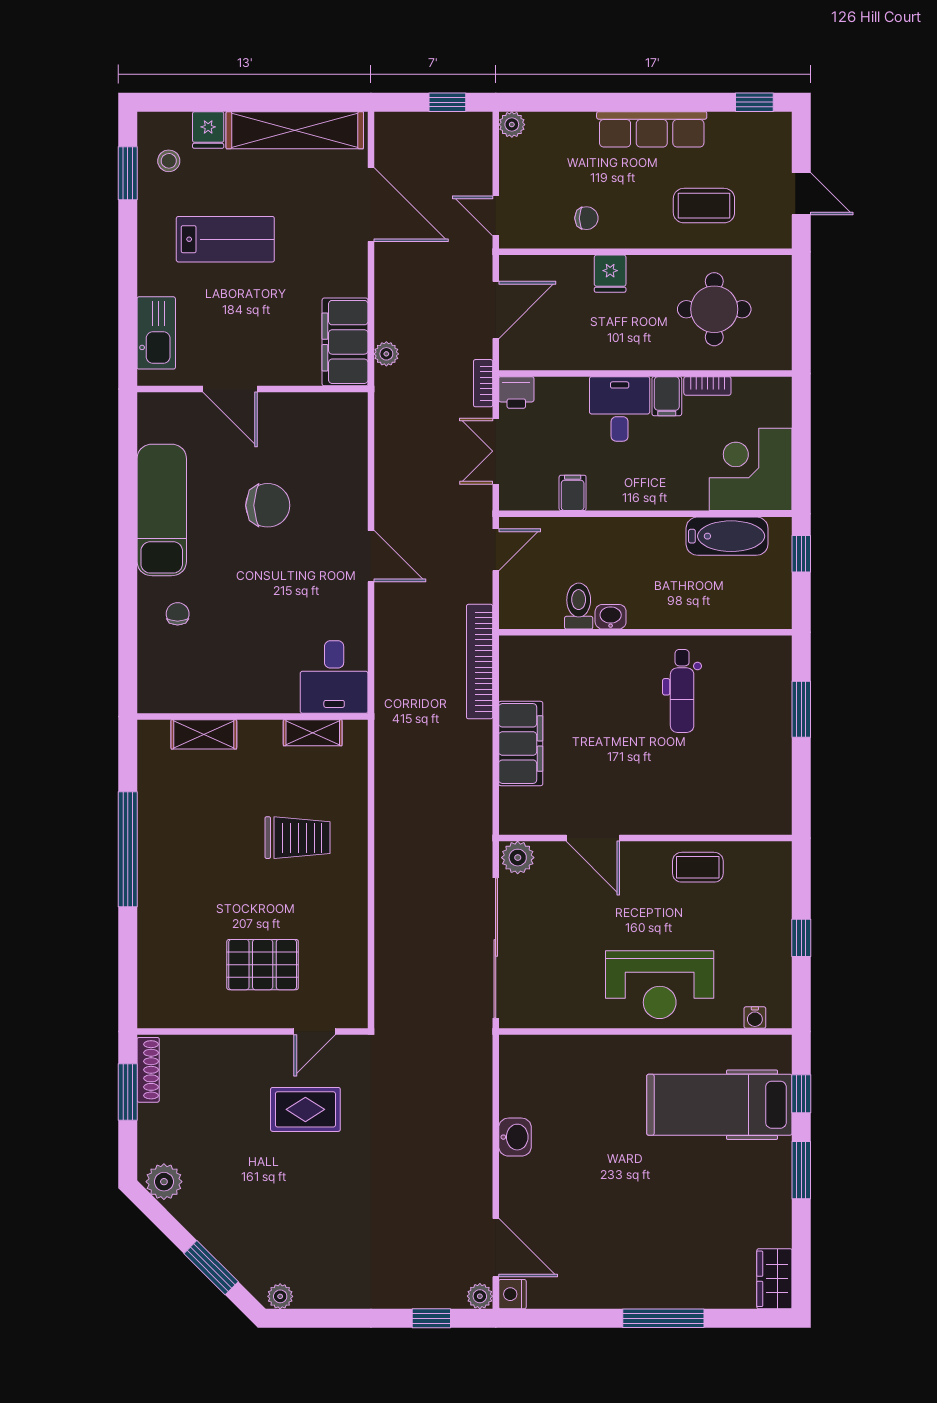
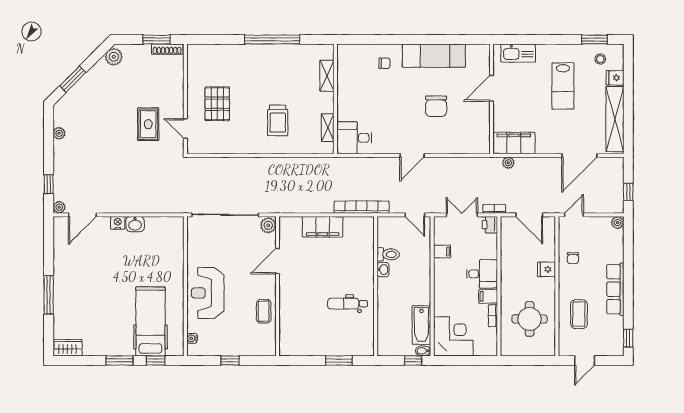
bidet: (781, 533) -> (423, 351), added
nightstand: (512, 1294) -> (118, 223), moved
plant: (280, 1296) -> (59, 133), moved

